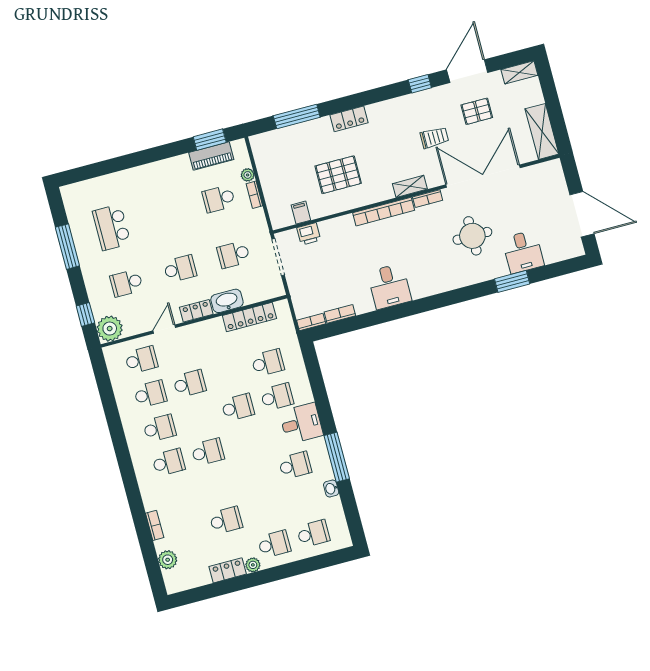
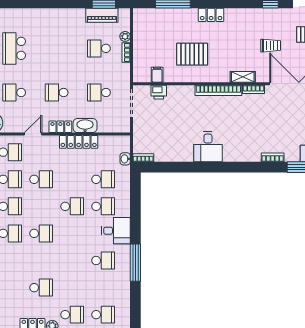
round table: (472, 236) -> (279, 126), removed
school desk: (180, 269) -> (57, 92), turned 180
bookcase: (340, 314) -> (273, 157), moved
locker: (249, 317) -> (79, 142), moved
washbasin: (331, 488) -> (125, 159), moved

